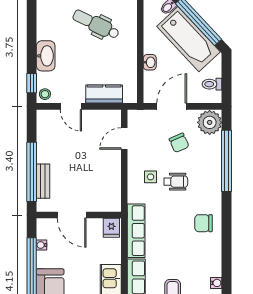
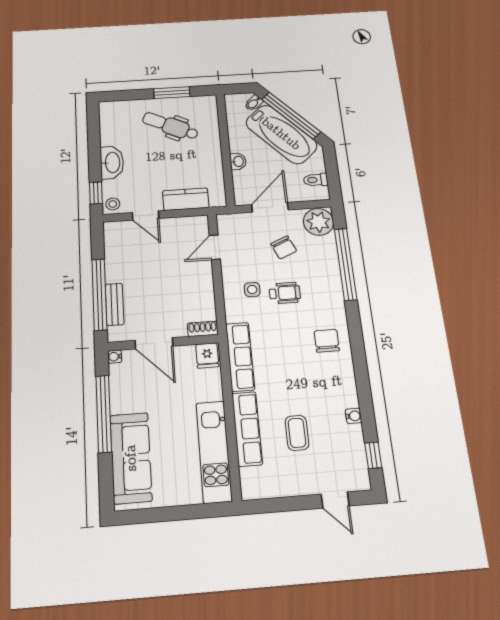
shoe rack: (110, 206) -> (203, 329), added
chair: (204, 223) -> (327, 341), turned 90
water cooler: (41, 245) -> (115, 357), moved

